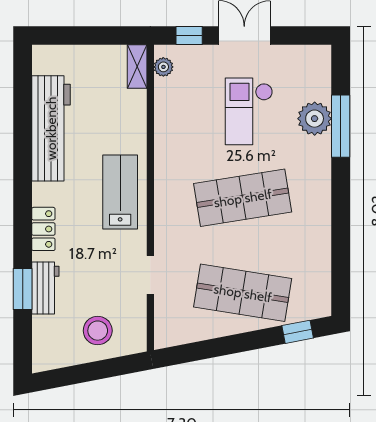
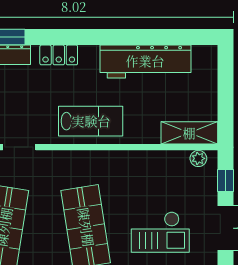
shelving: (137, 66) -> (189, 133), width x1.50, depth x1.33
checkout: (249, 111) -> (160, 232), turned 180

